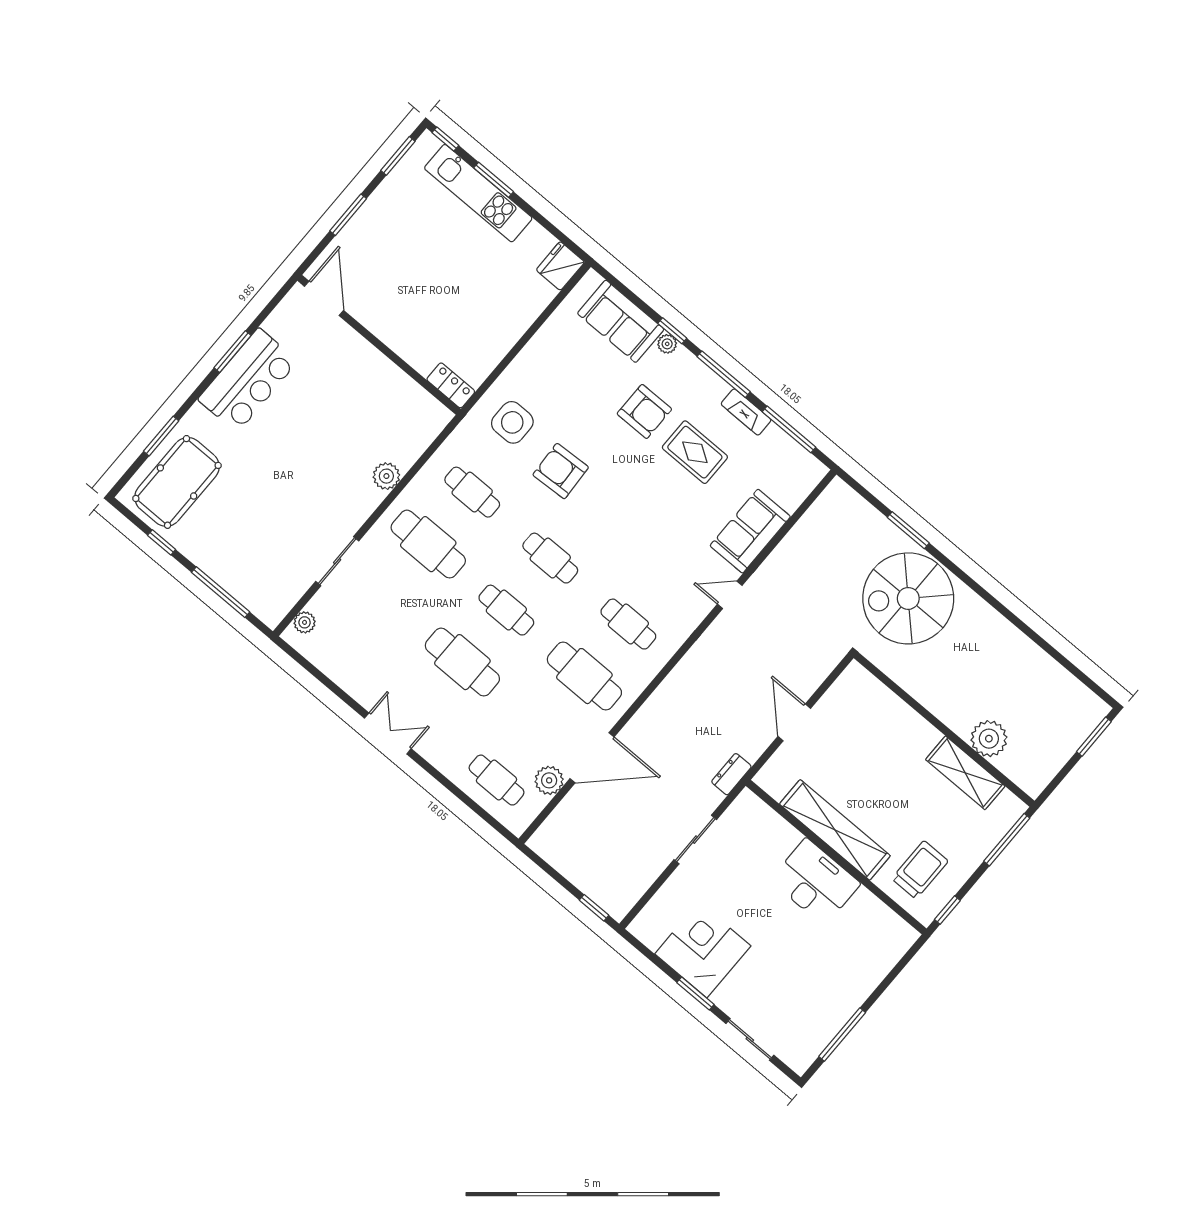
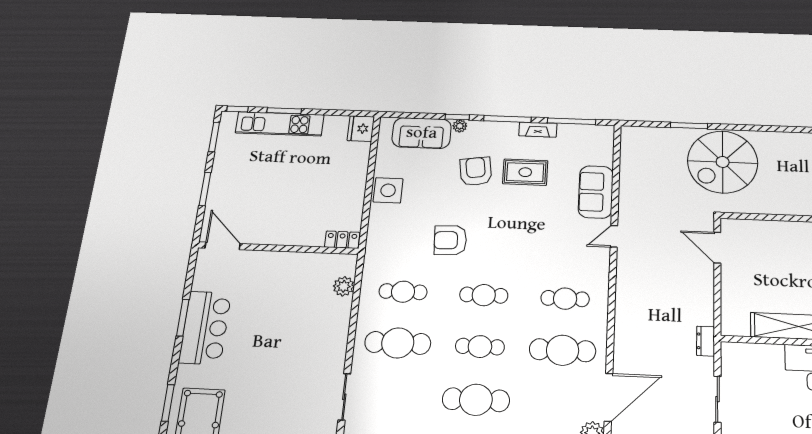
armchair: (644, 411) -> (476, 171), turned -98
side table: (512, 422) -> (388, 190), moved
plant: (386, 476) -> (344, 286), moved
door: (794, 722) -> (717, 248), moved

